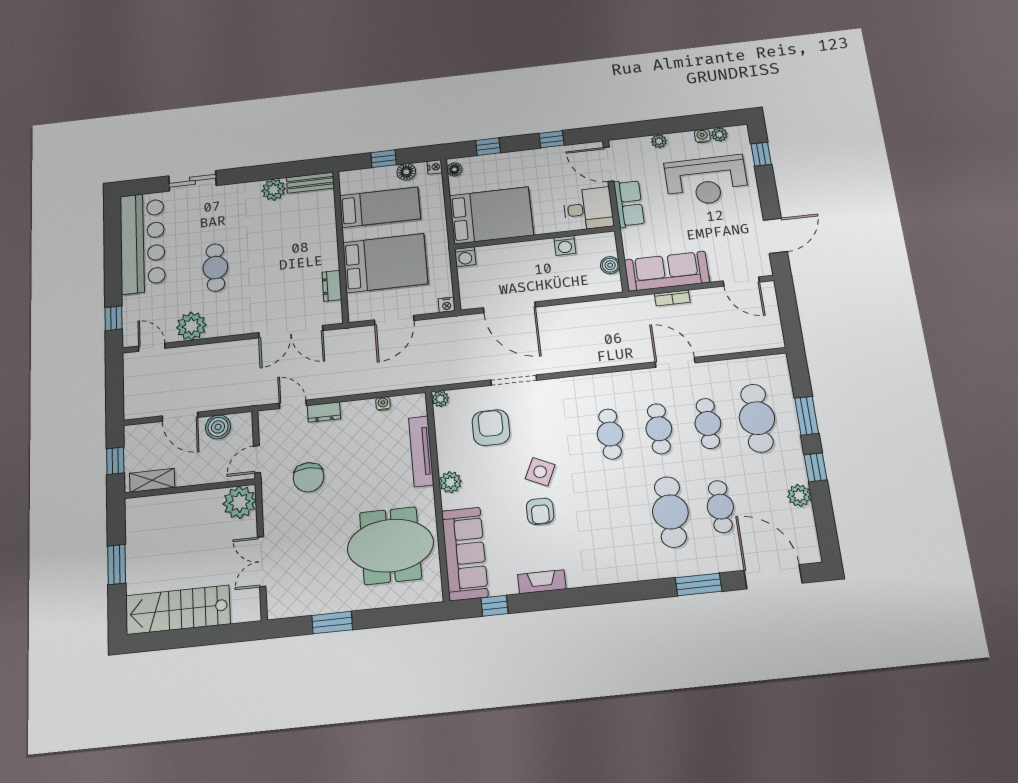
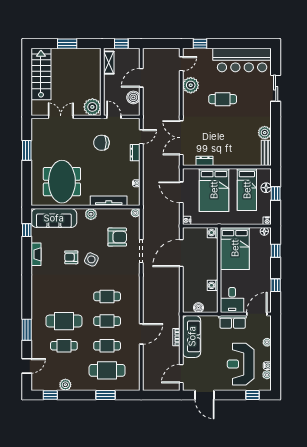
floor lamp: (406, 172) -> (266, 188), moved
window: (816, 467) -> (50, 395), moved
door: (773, 577) -> (27, 366), width x0.53

